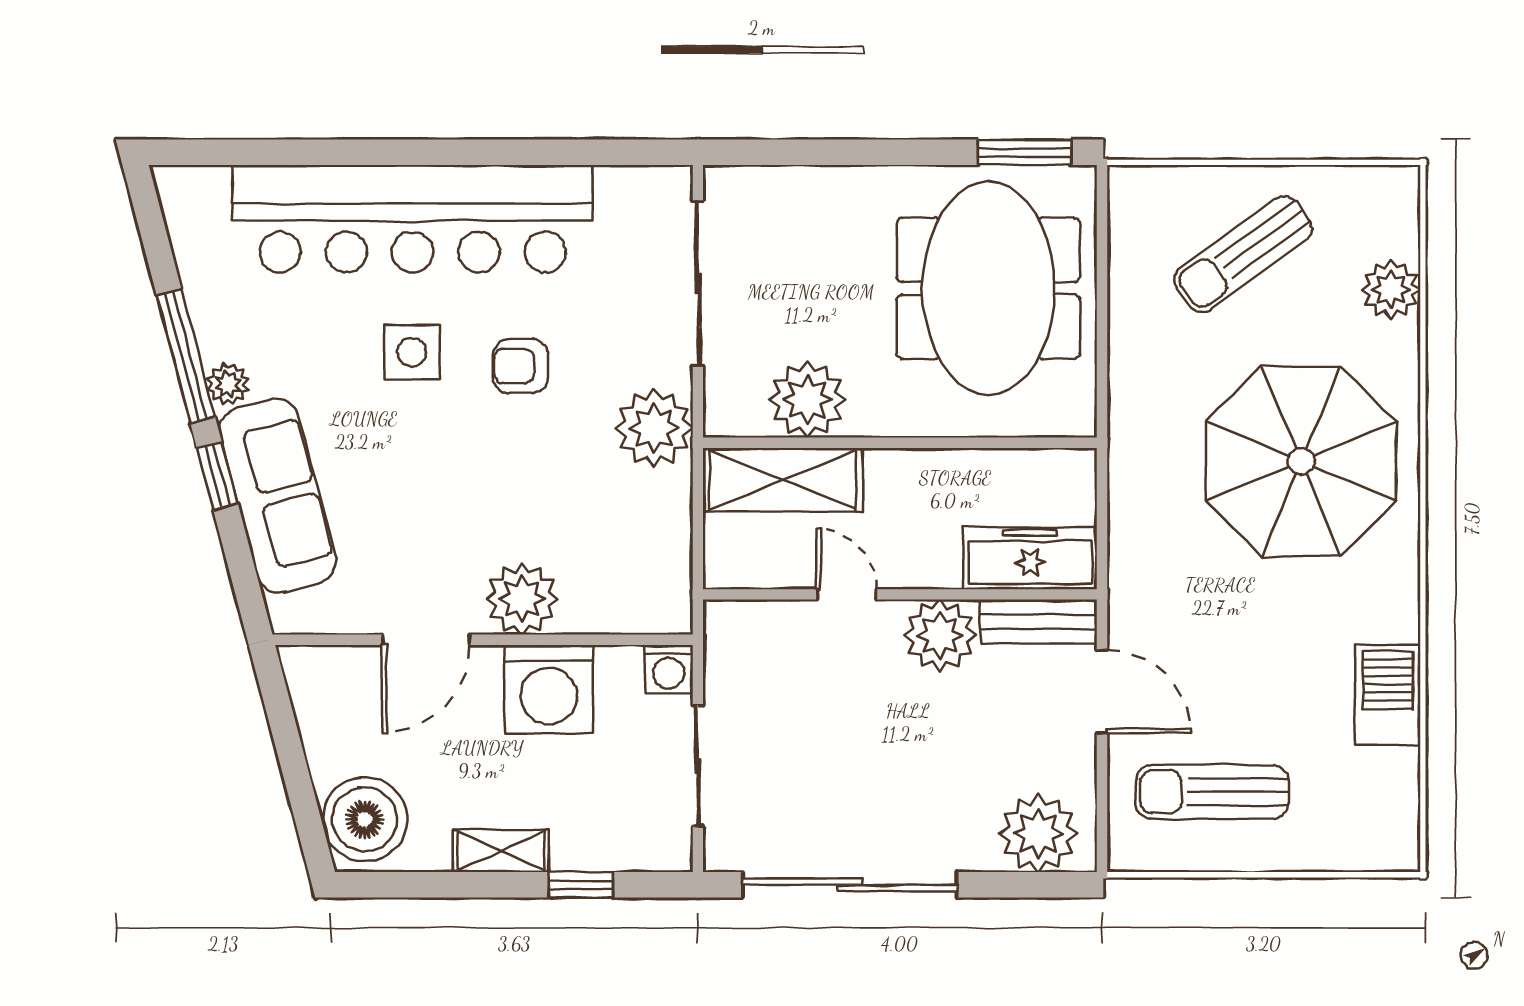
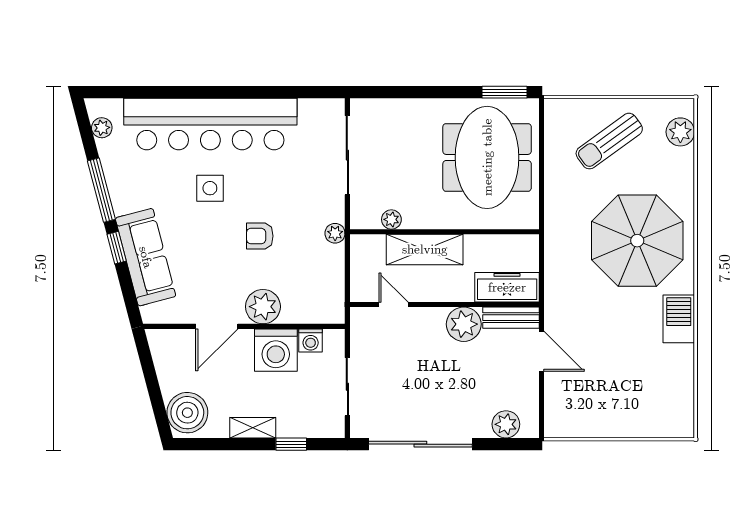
plant: (1391, 289) -> (680, 132), moved
armchair: (521, 366) -> (260, 236), moved
plant: (228, 384) -> (102, 128), moved
plant: (807, 400) -> (391, 219), width x0.53, depth x0.53
plant: (654, 428) -> (335, 233), width x0.53, depth x0.53
shelving: (783, 480) -> (425, 249), moved
door: (847, 594) -> (394, 305), moved
washing machine: (669, 669) -> (311, 340), moved
barbecue: (1388, 695) -> (679, 319), moved
sun lounger: (1212, 792) -> (594, 399), removed
plant: (1038, 833) -> (506, 424), width x0.73, depth x0.73

